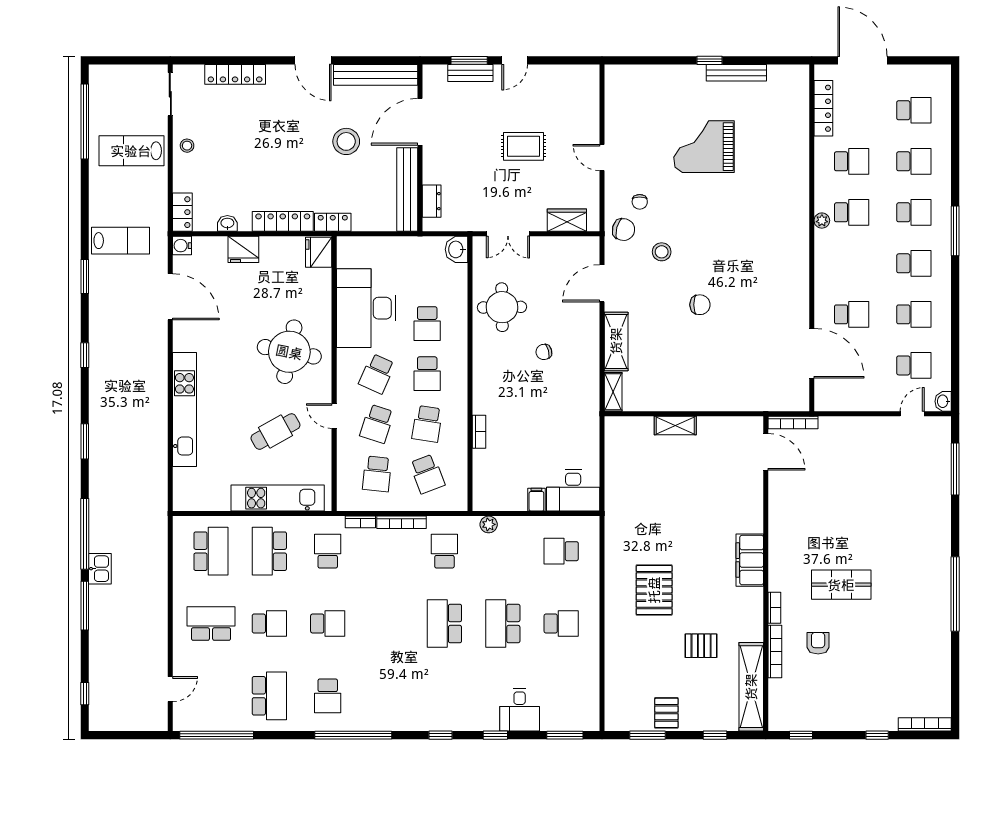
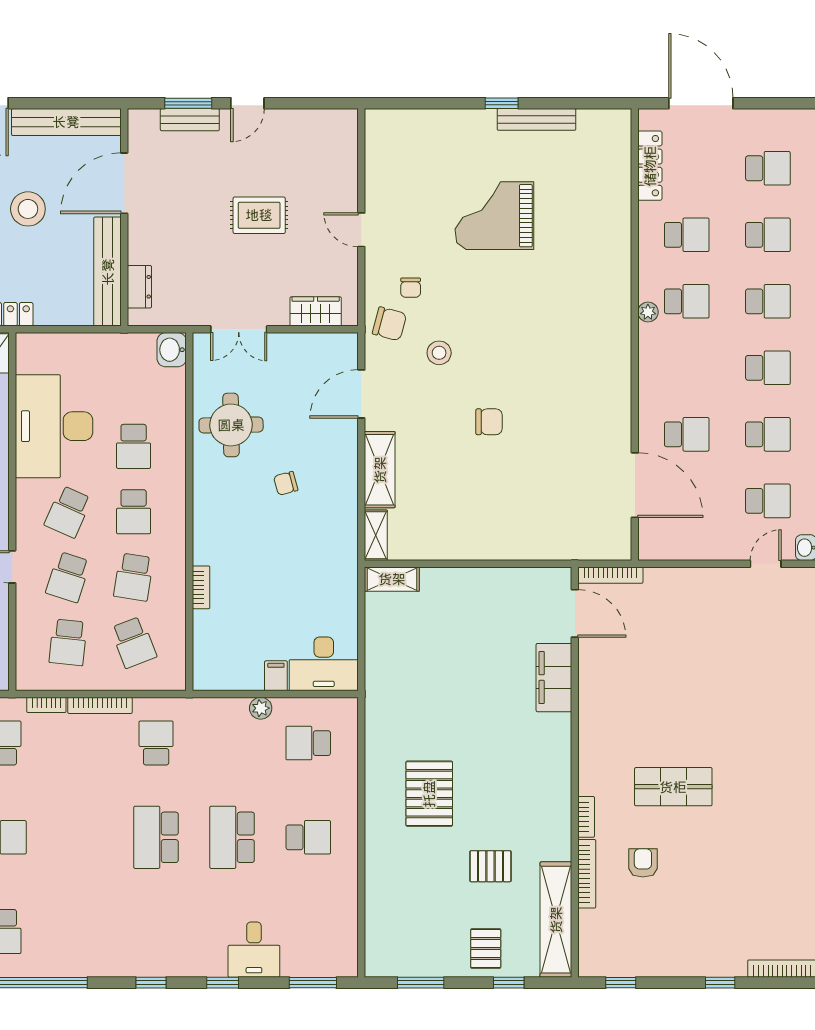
shelving: (675, 425) -> (392, 579), moved
plant: (489, 524) -> (261, 708), moved
filing cabinet: (750, 560) -> (554, 678), moved
pallet: (666, 713) -> (486, 948), moved

